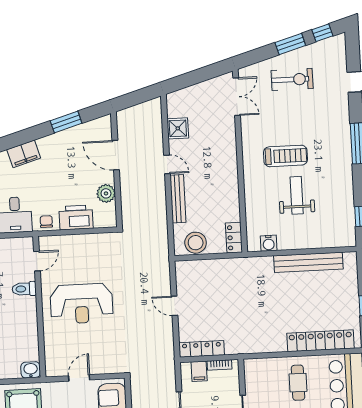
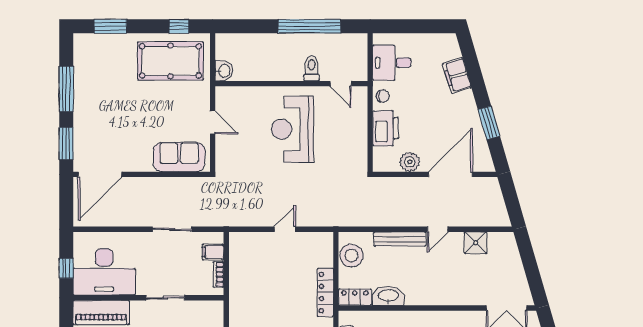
door: (116, 155) -> (450, 174), width x1.36
washbasin: (231, 207) -> (388, 296), added
locker: (202, 349) -> (325, 293), moved, turned 180

